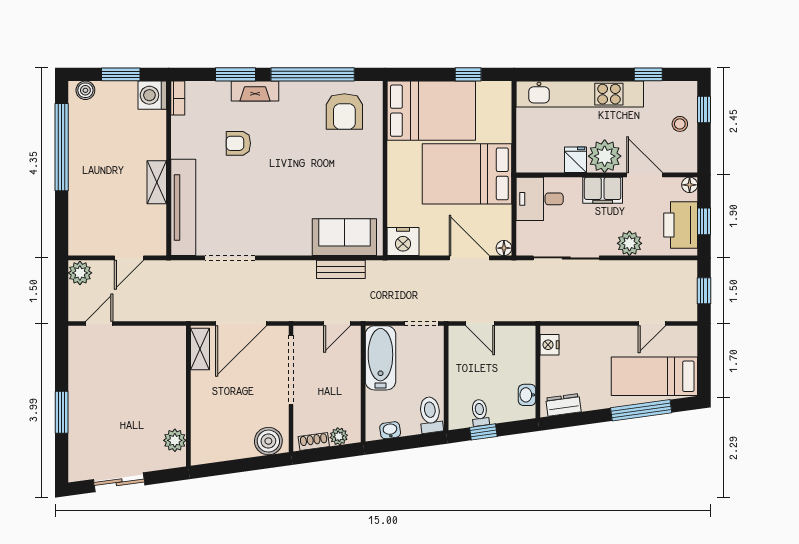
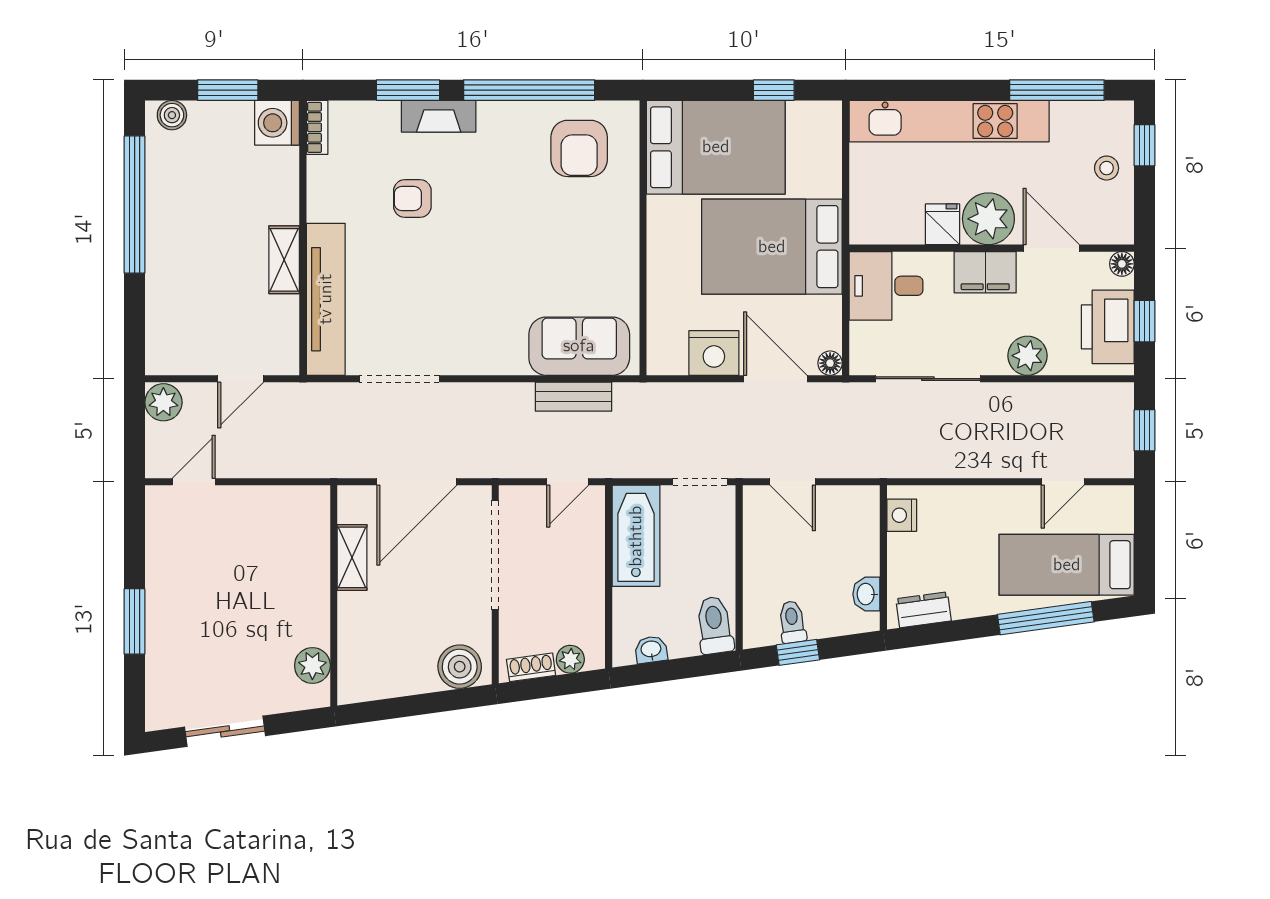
window: (648, 74) -> (1057, 90), width x2.17
nightstand: (403, 242) -> (714, 353), moved
shelving: (200, 349) -> (352, 557), moved

